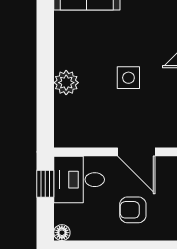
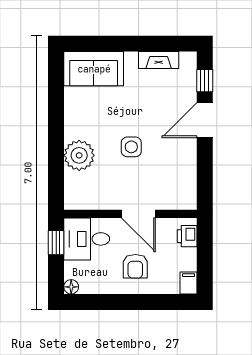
plant: (66, 83) -> (79, 155), width x1.36, depth x1.36
armchair: (133, 210) -> (135, 266), turned -90

